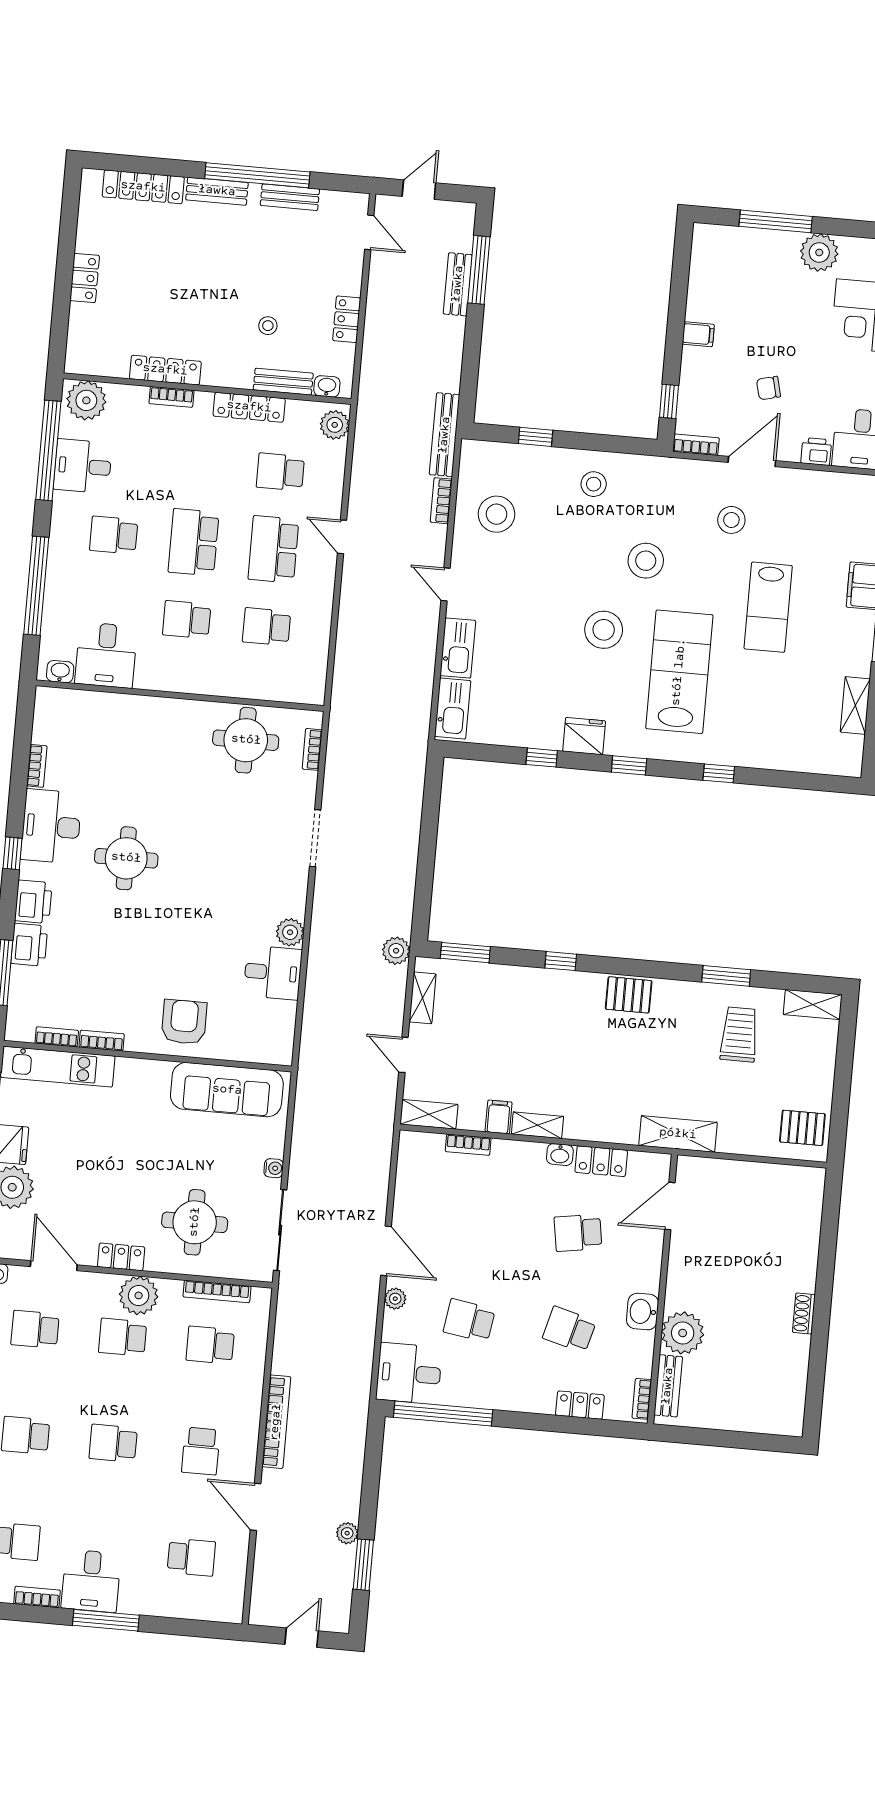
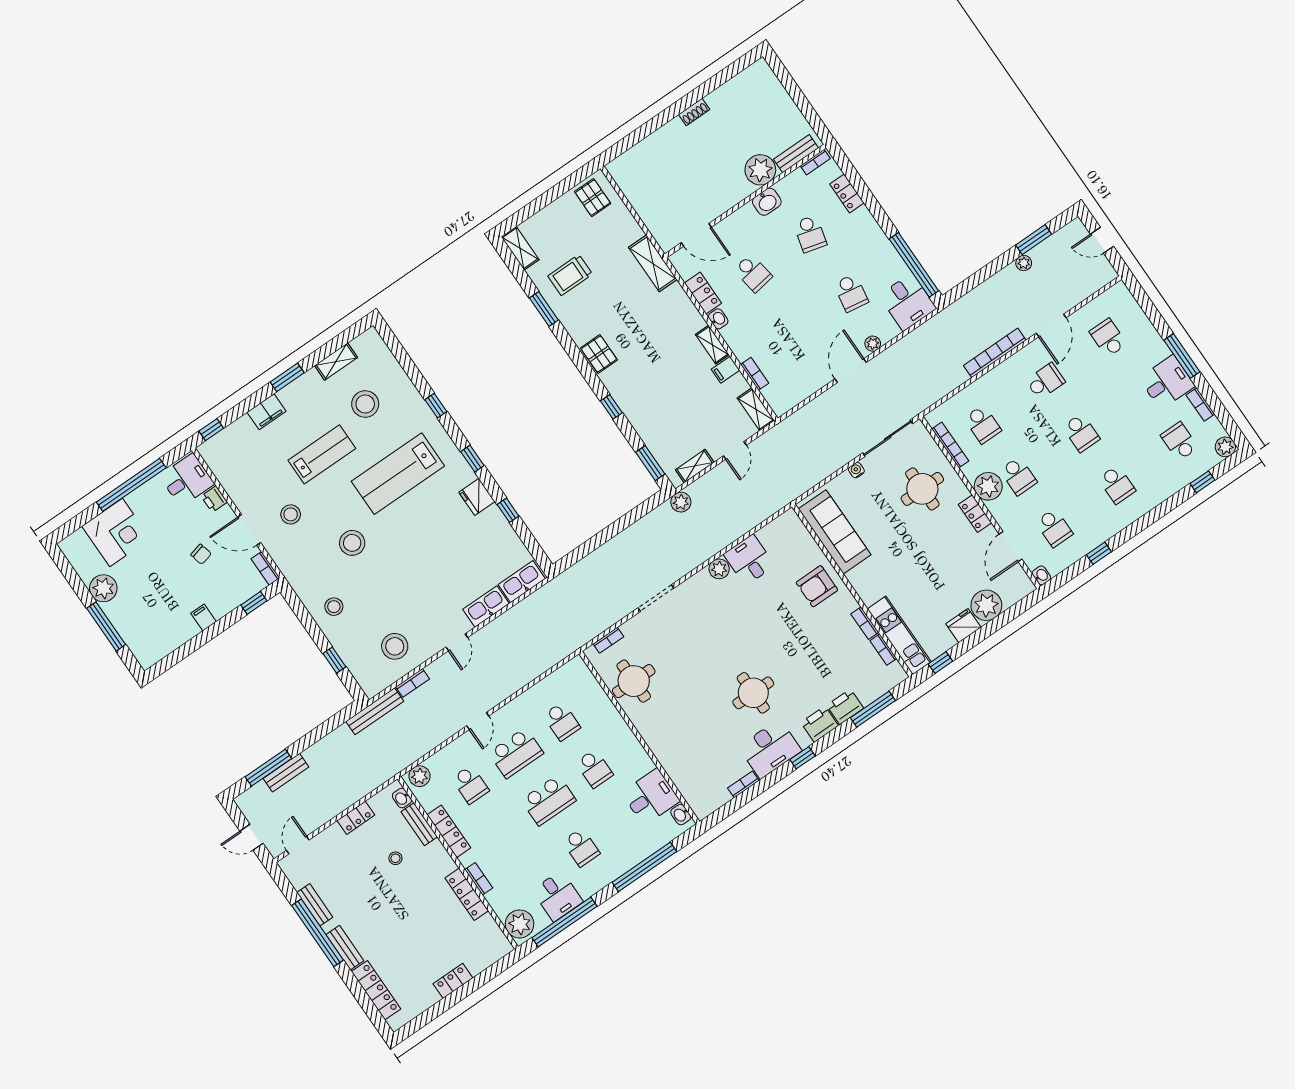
stool: (604, 630) -> (365, 404), moved

